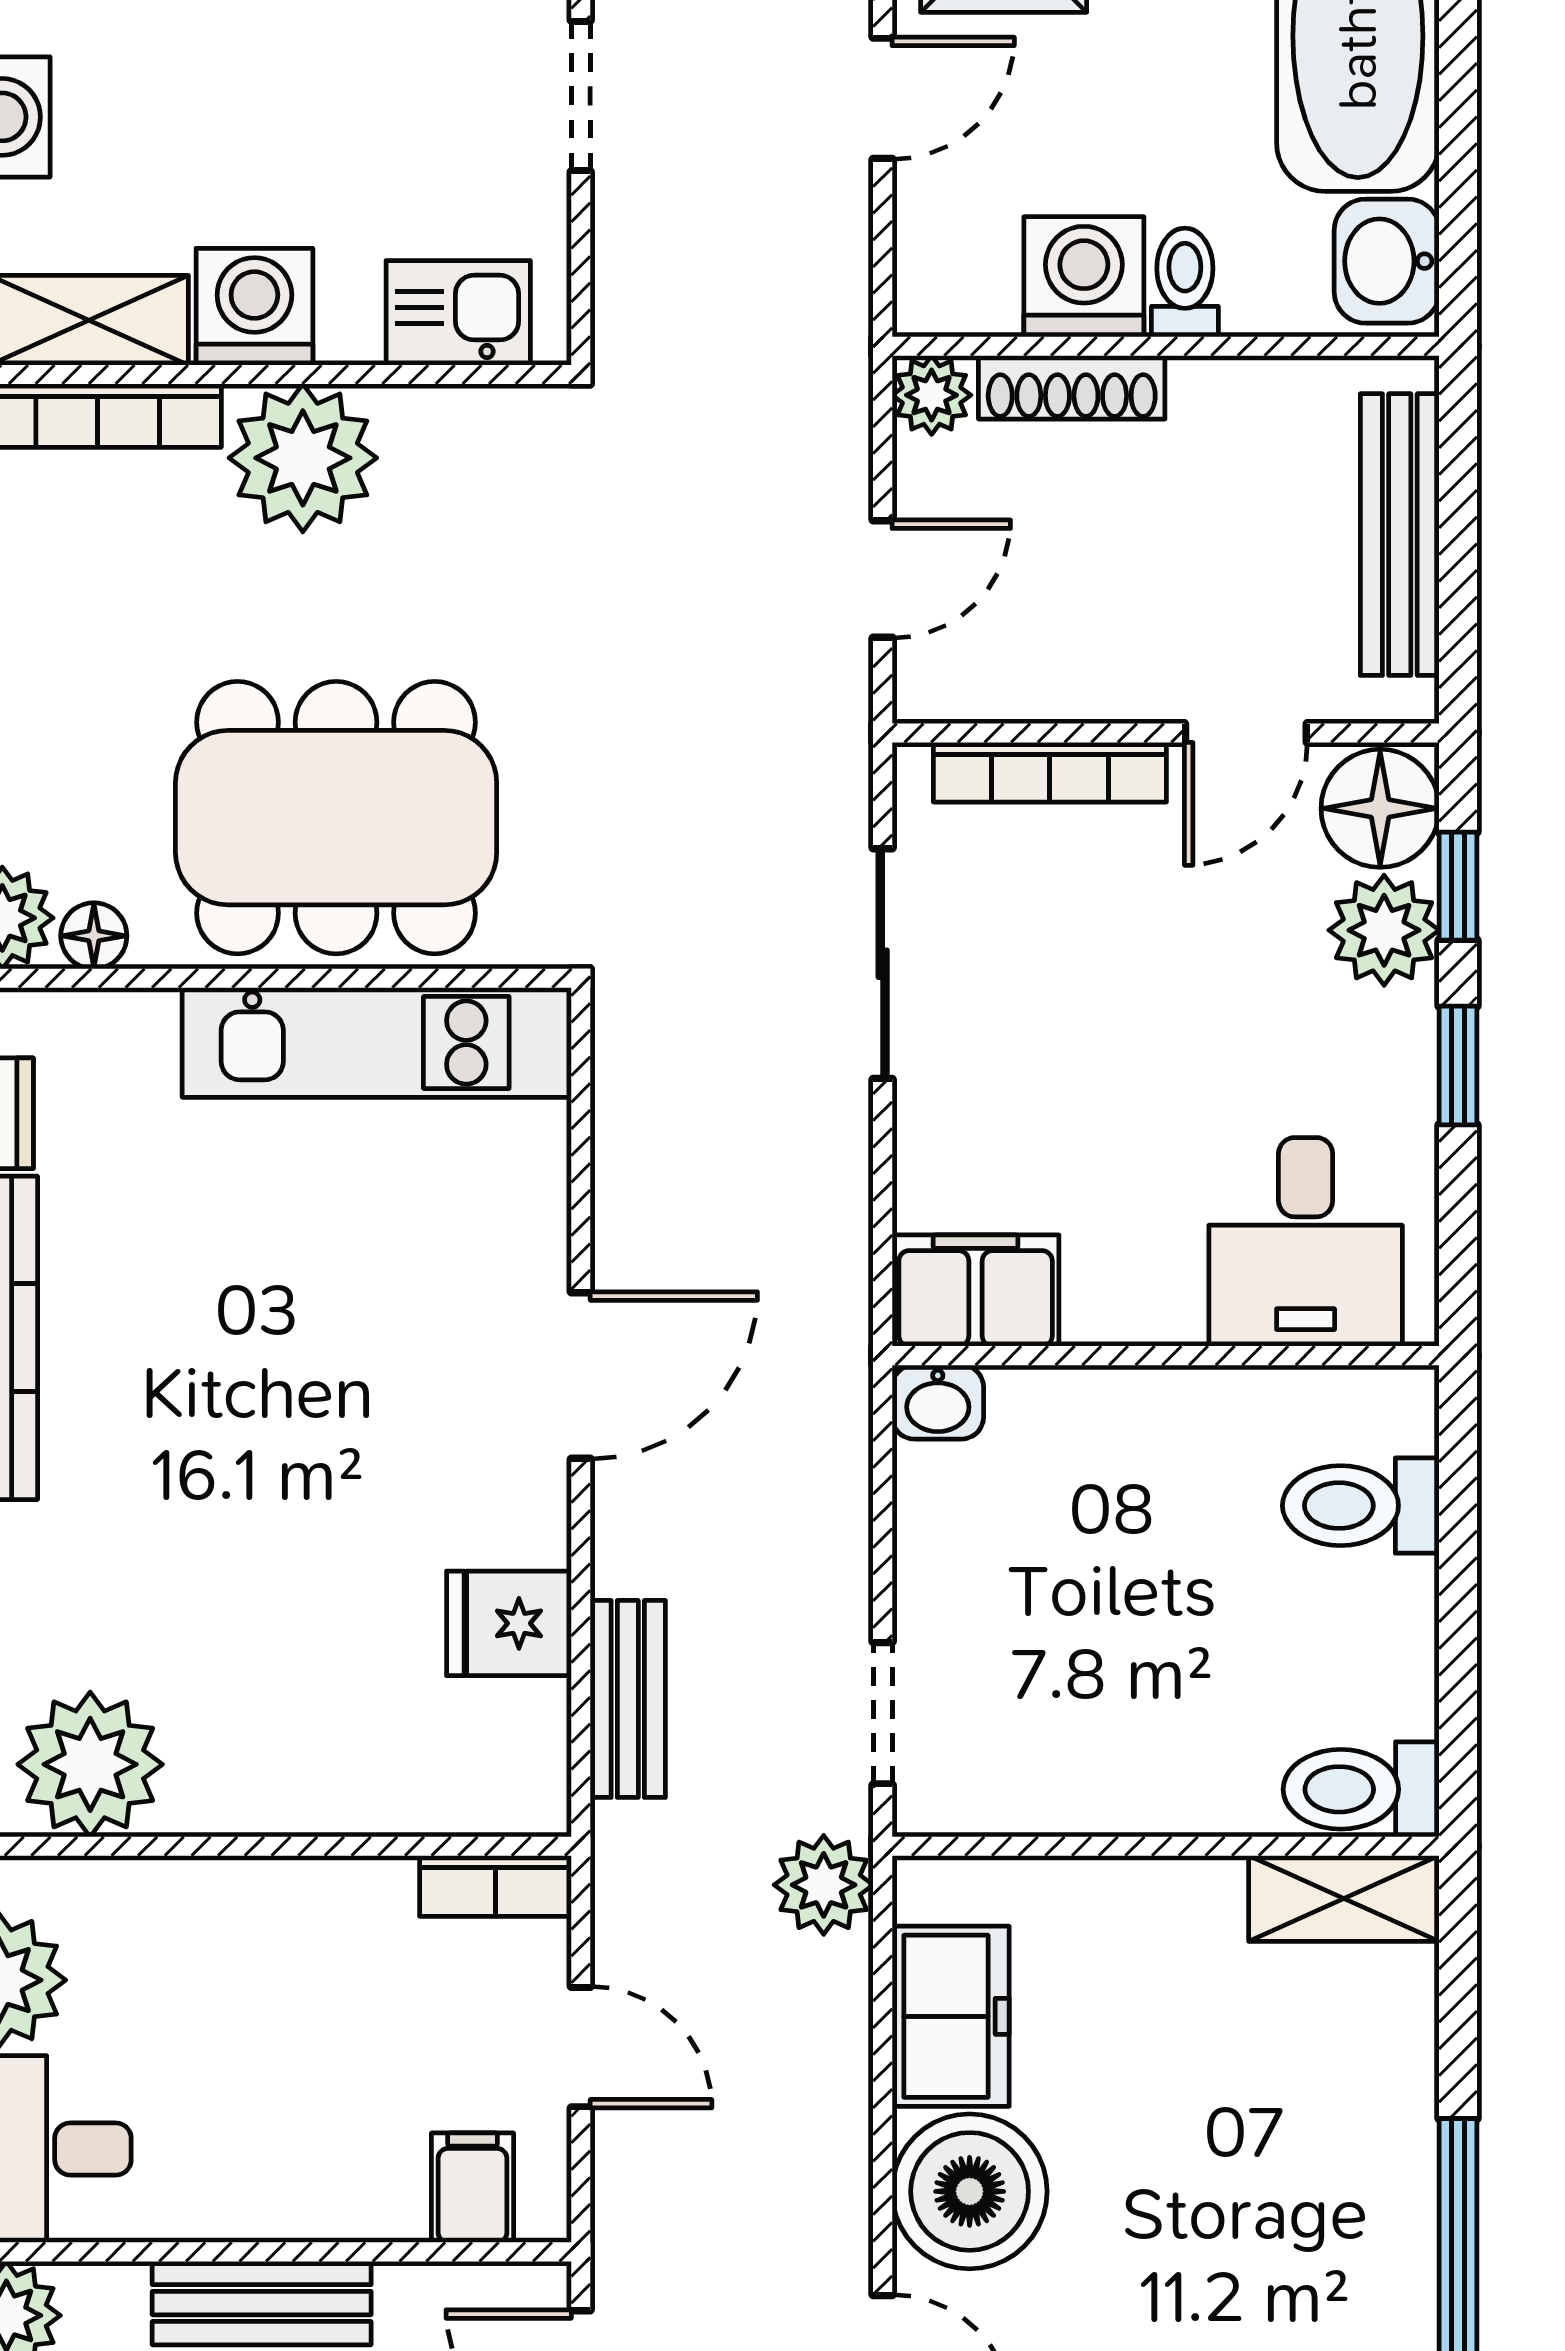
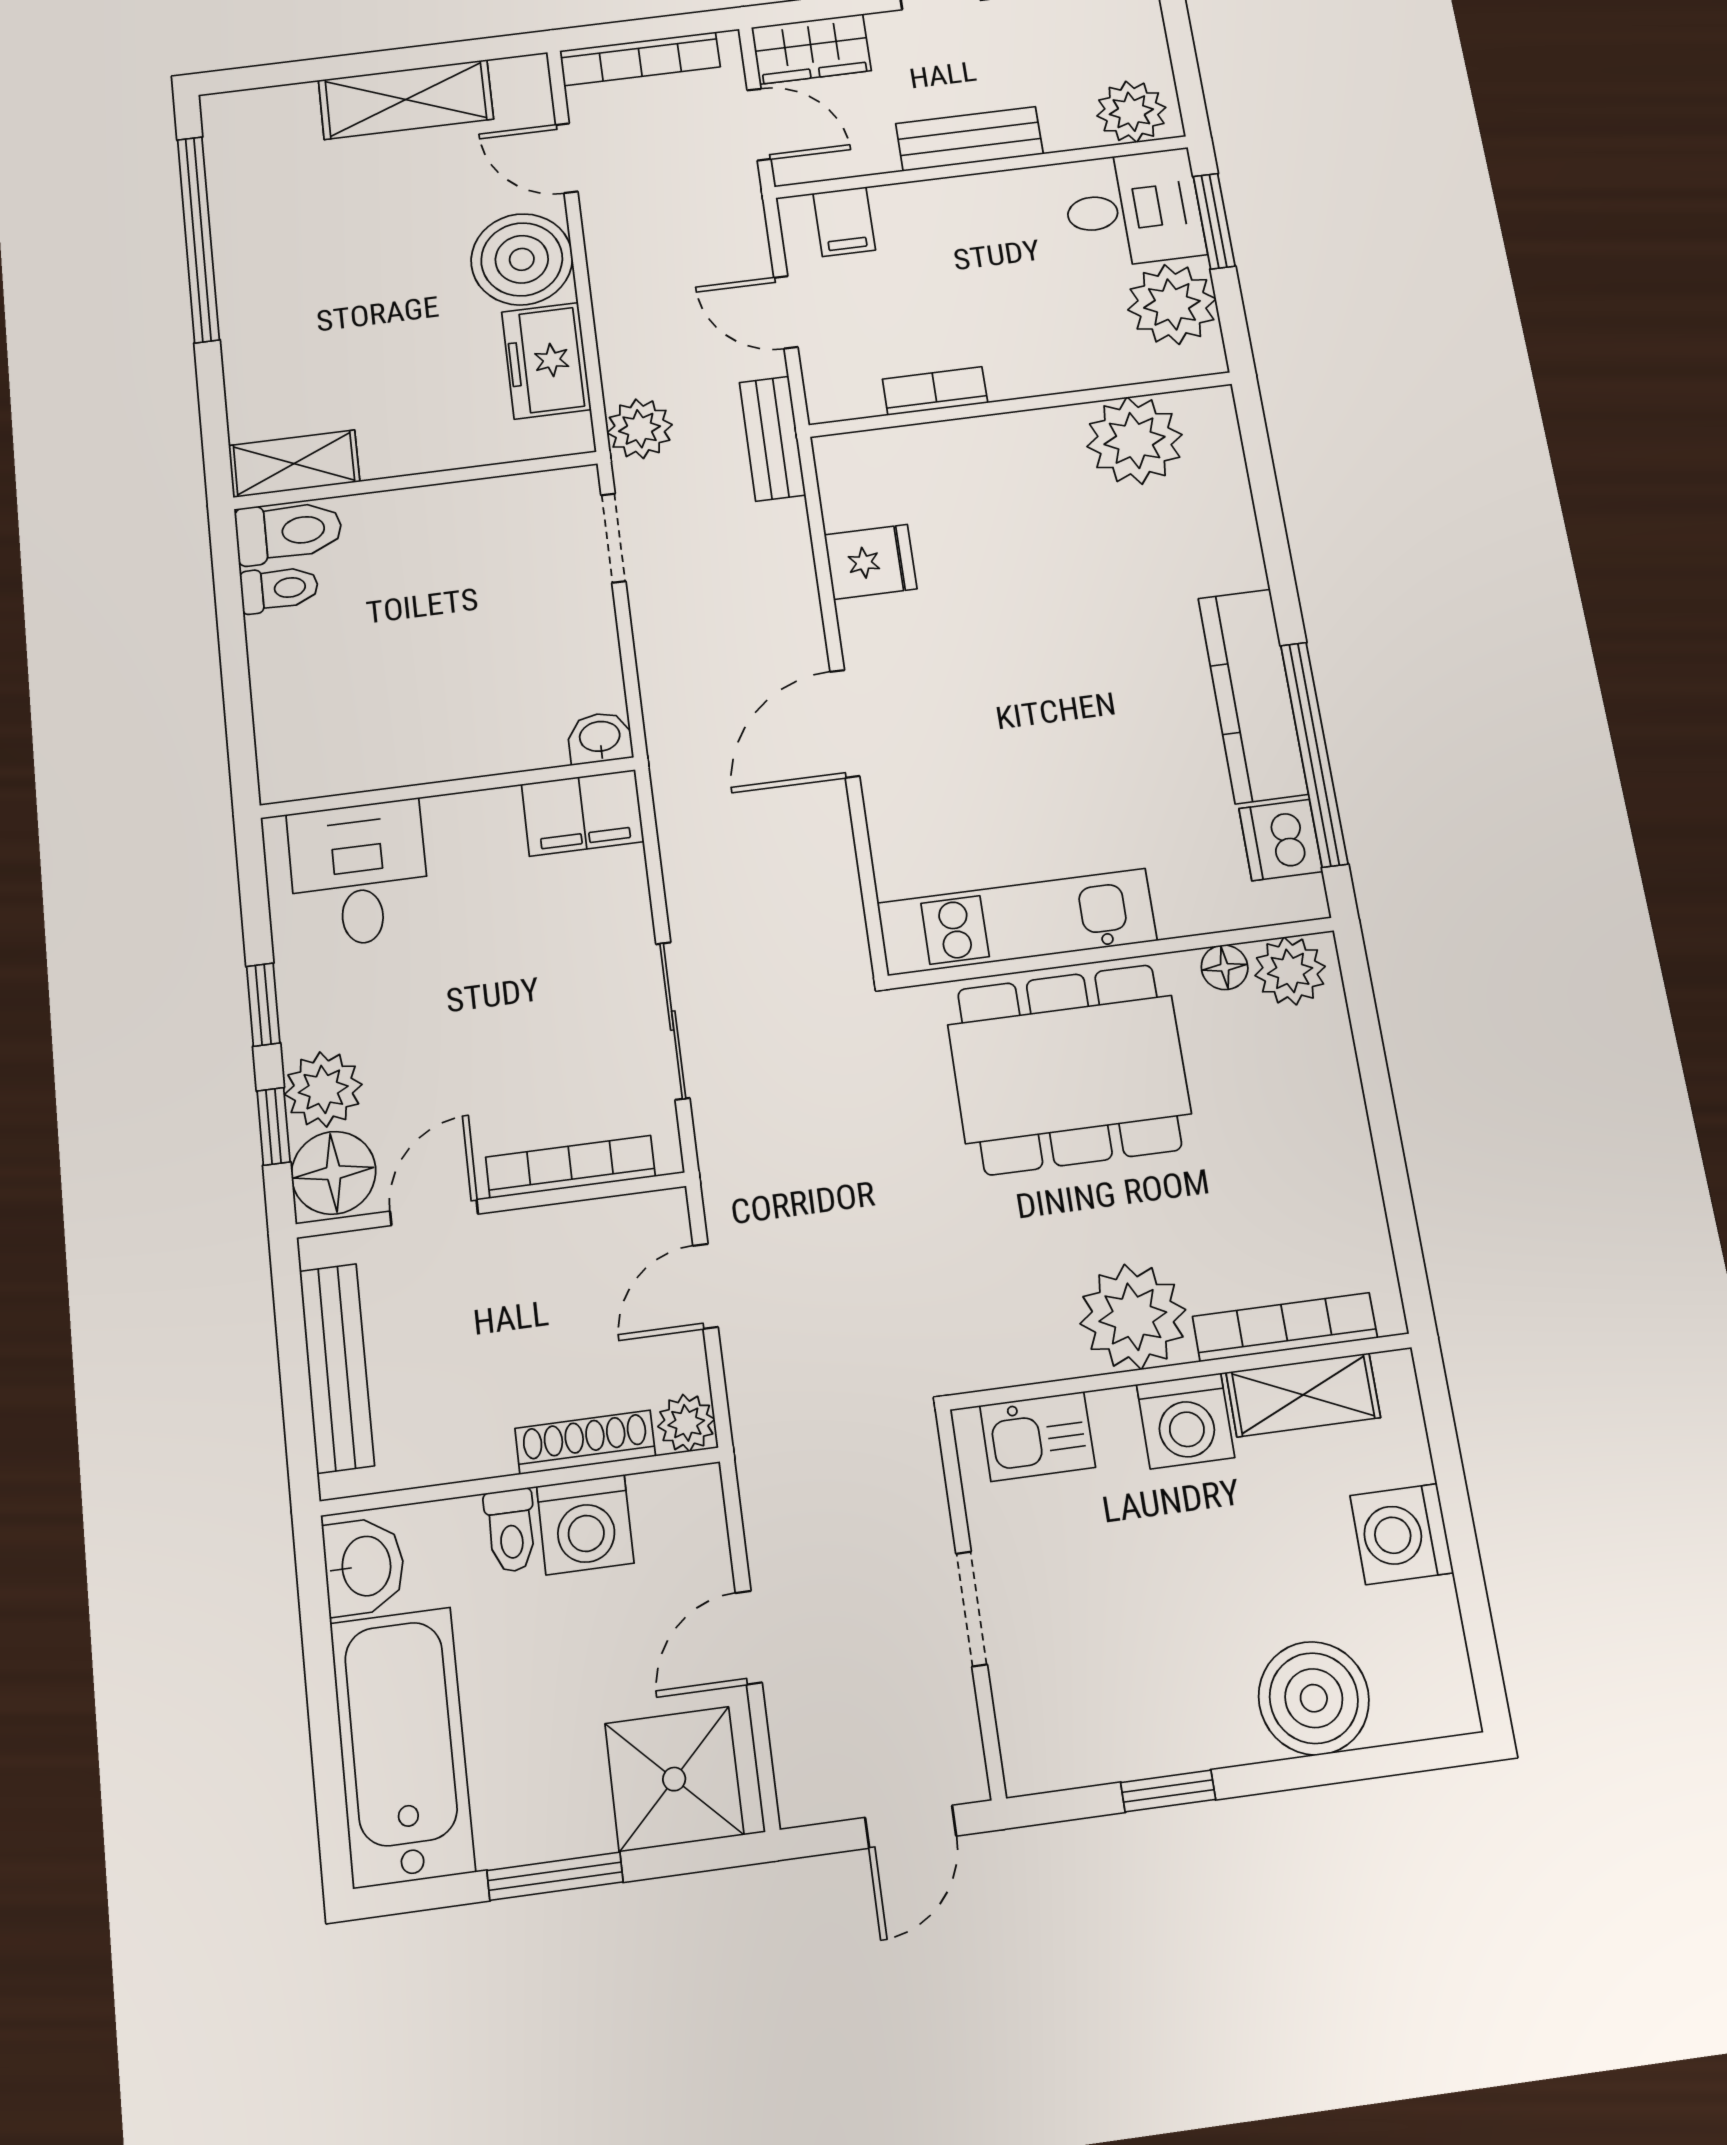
toilet: (1361, 1506) -> (279, 589), moved, width x0.73, depth x0.72
bench: (628, 1699) -> (772, 439), moved
bookcase: (495, 1886) -> (935, 391), moved

